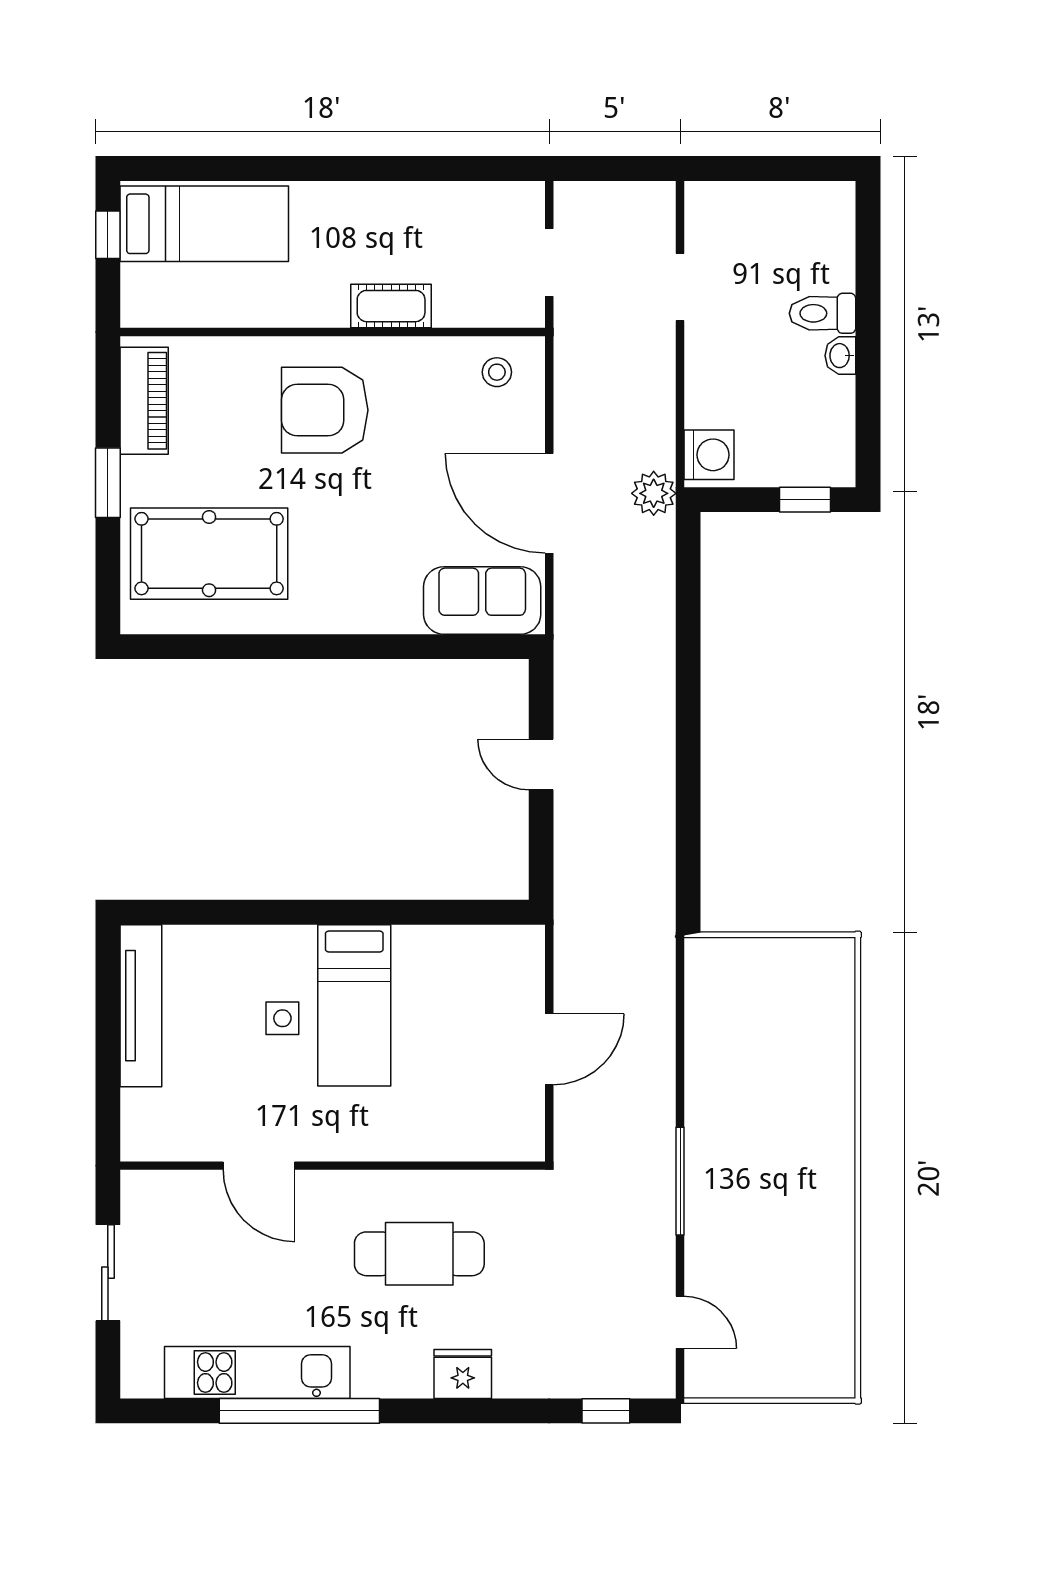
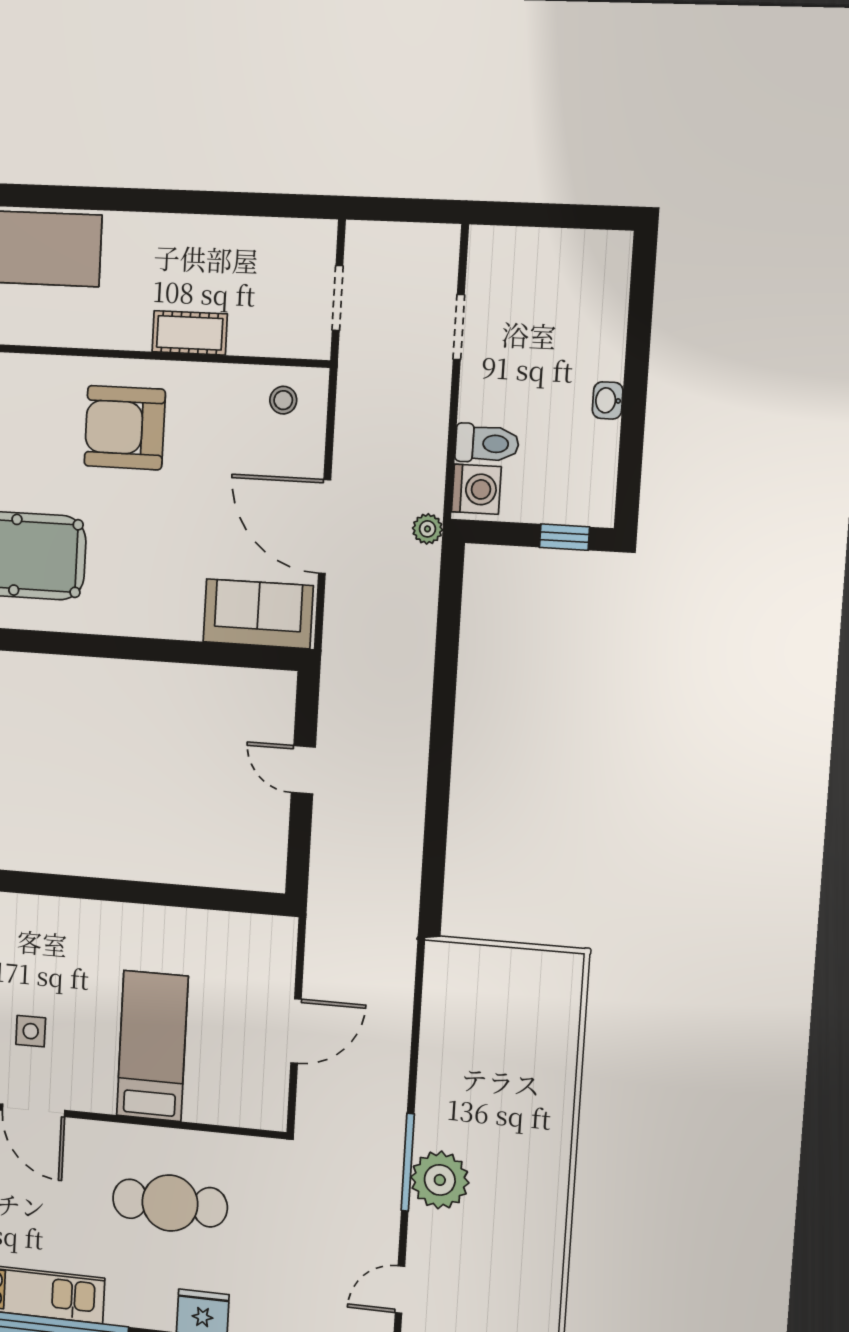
toilet: (823, 313) -> (487, 443), moved, turned 180
plant: (654, 493) -> (427, 529), width x0.73, depth x0.73
bed: (354, 1005) -> (152, 1046), moved, turned 180
side table: (282, 1018) -> (31, 1031), moved
plant: (716, 1197) -> (440, 1180), added
door: (680, 1322) -> (400, 1289), swing flipped

